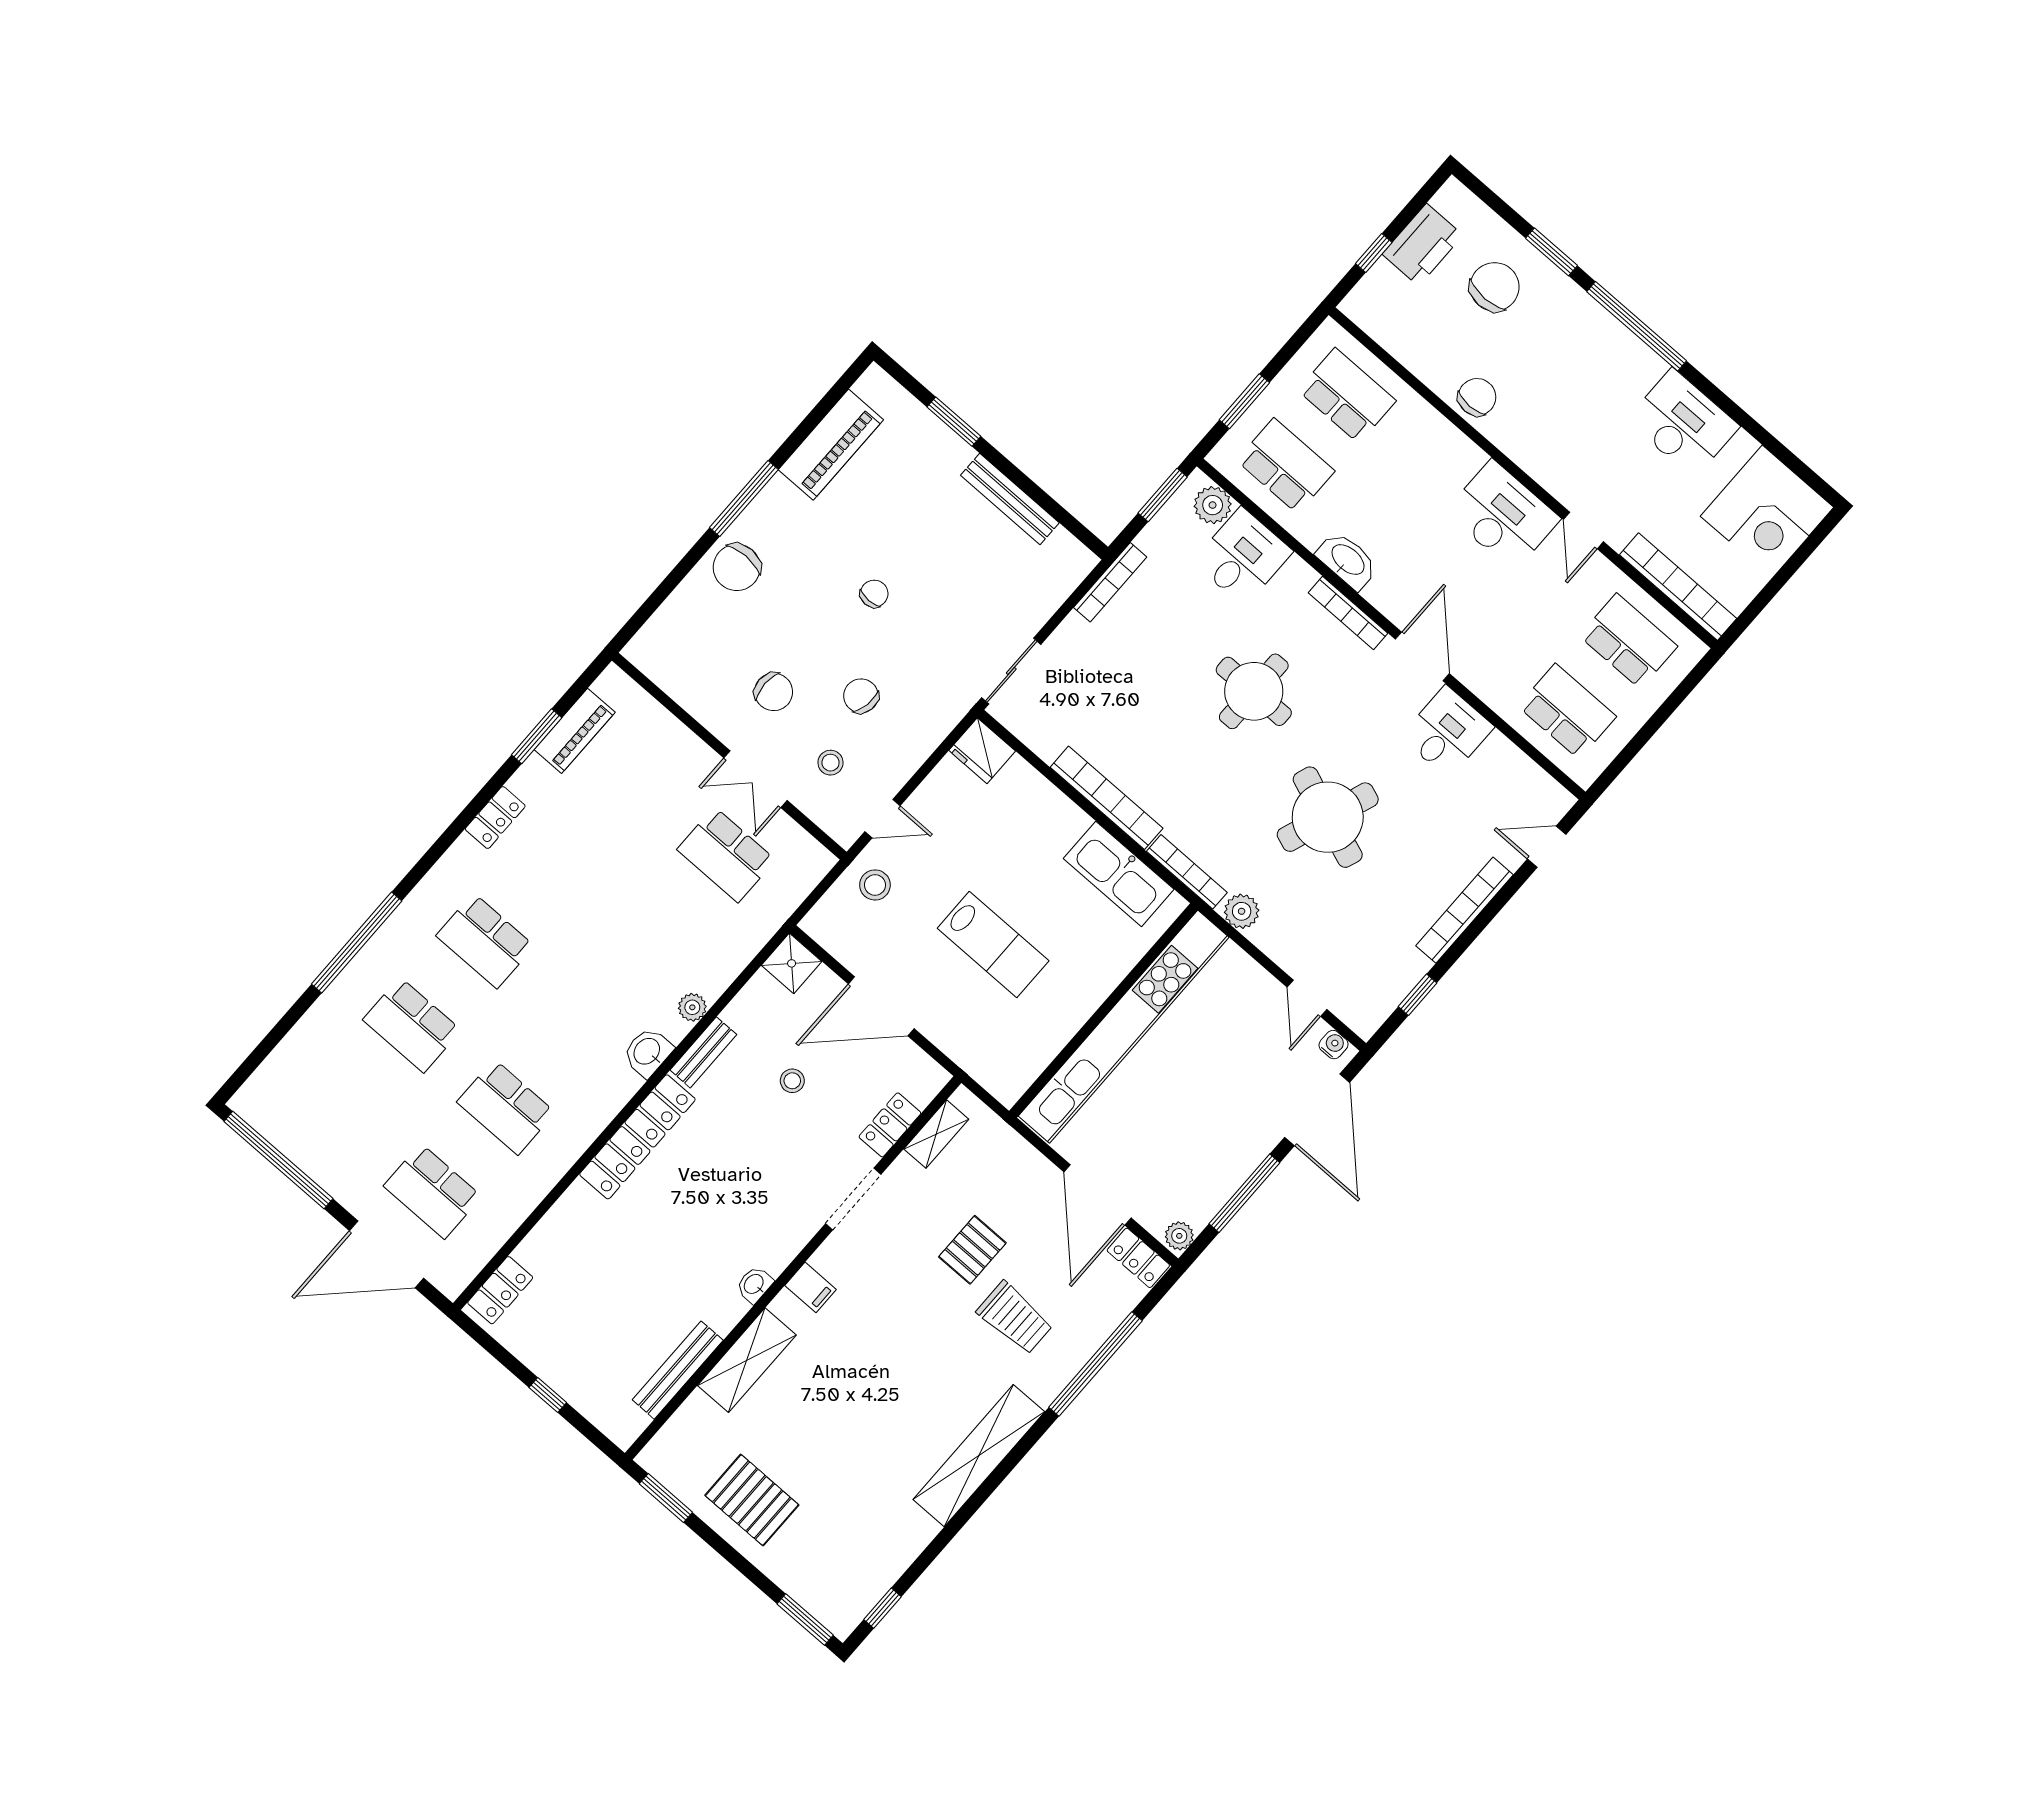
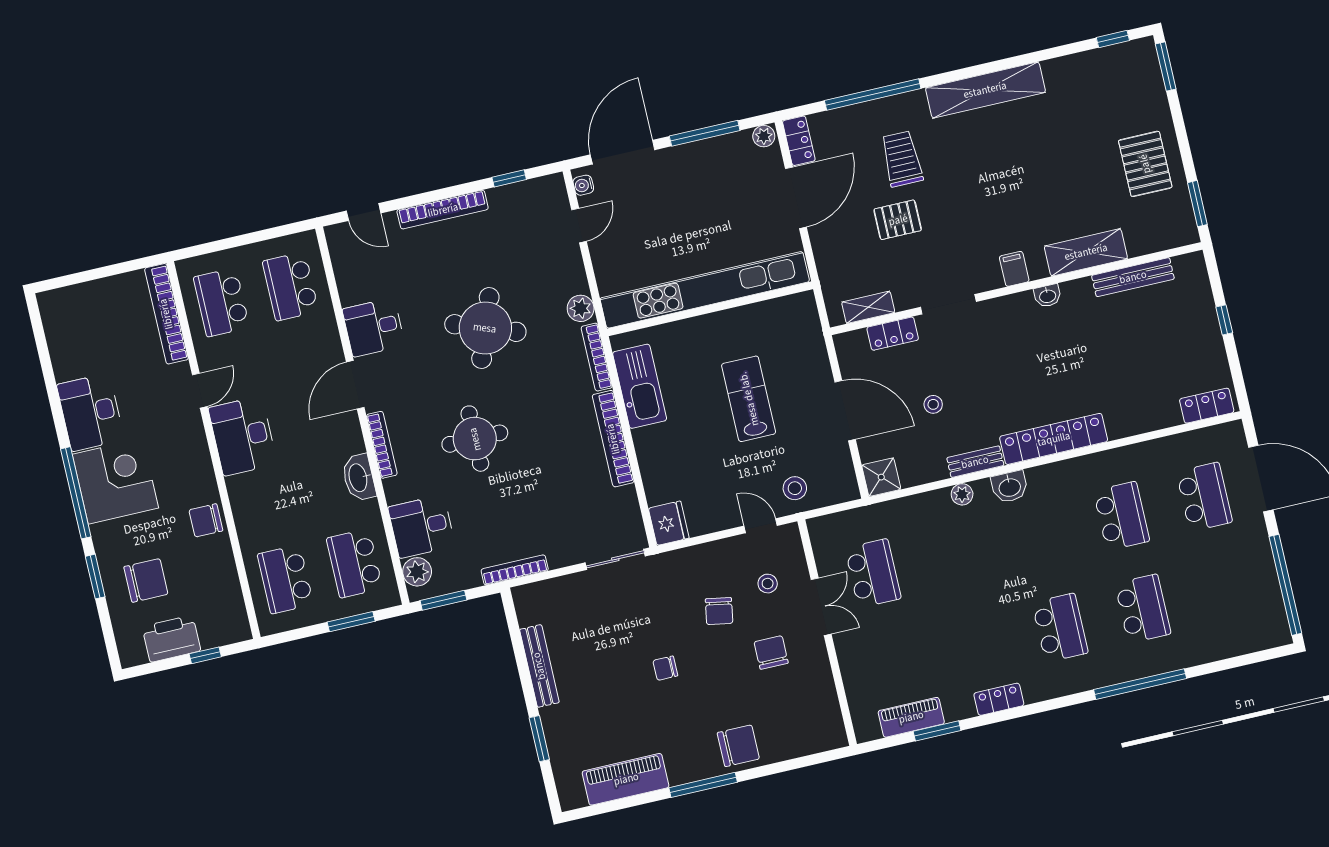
chair: (1495, 287) -> (146, 580), turned 180
corner desk: (1767, 512) -> (115, 481), moved

